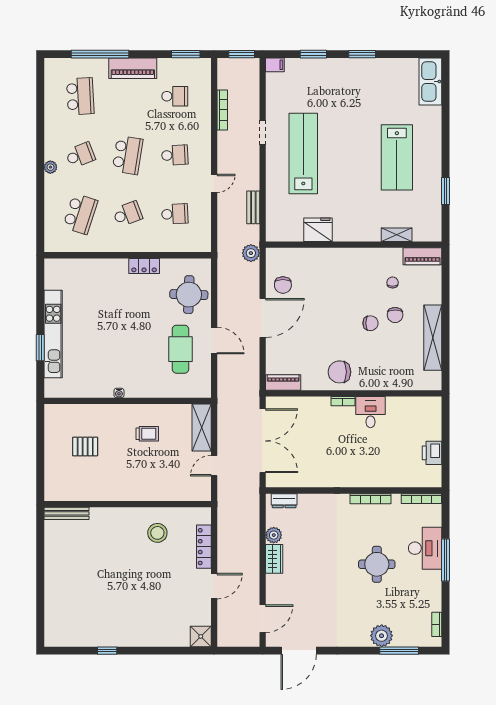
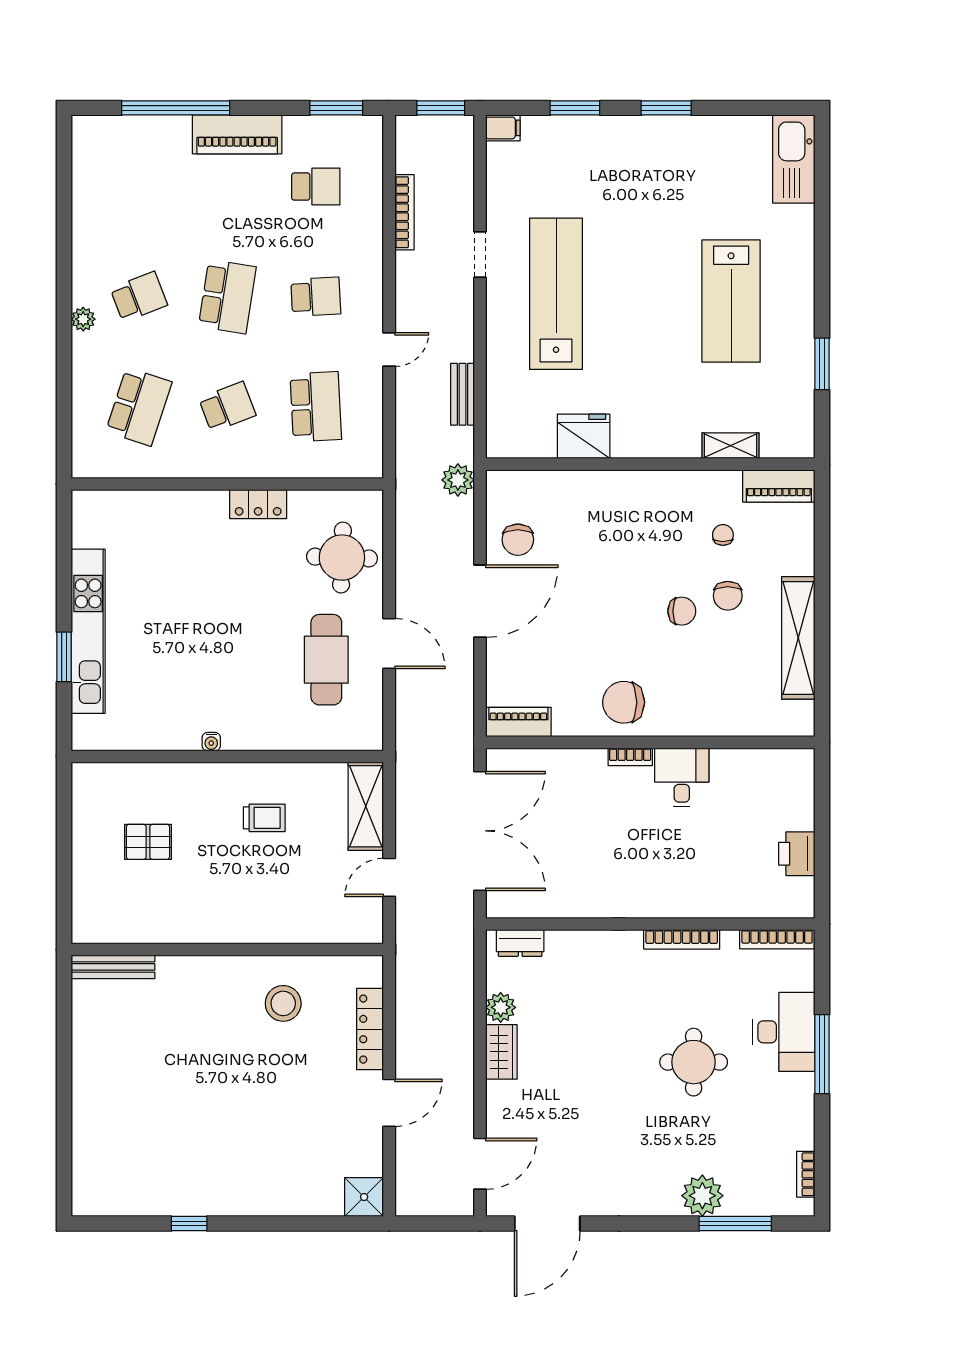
school desk: (80, 96) -> (139, 187), removed
school desk: (175, 214) -> (316, 407), width x1.85

